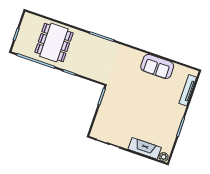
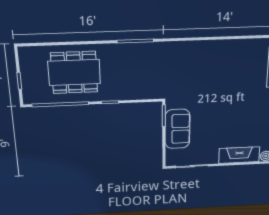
dining table: (54, 43) -> (74, 73), turned 90
sofa: (157, 66) -> (177, 129), moved, turned -90

